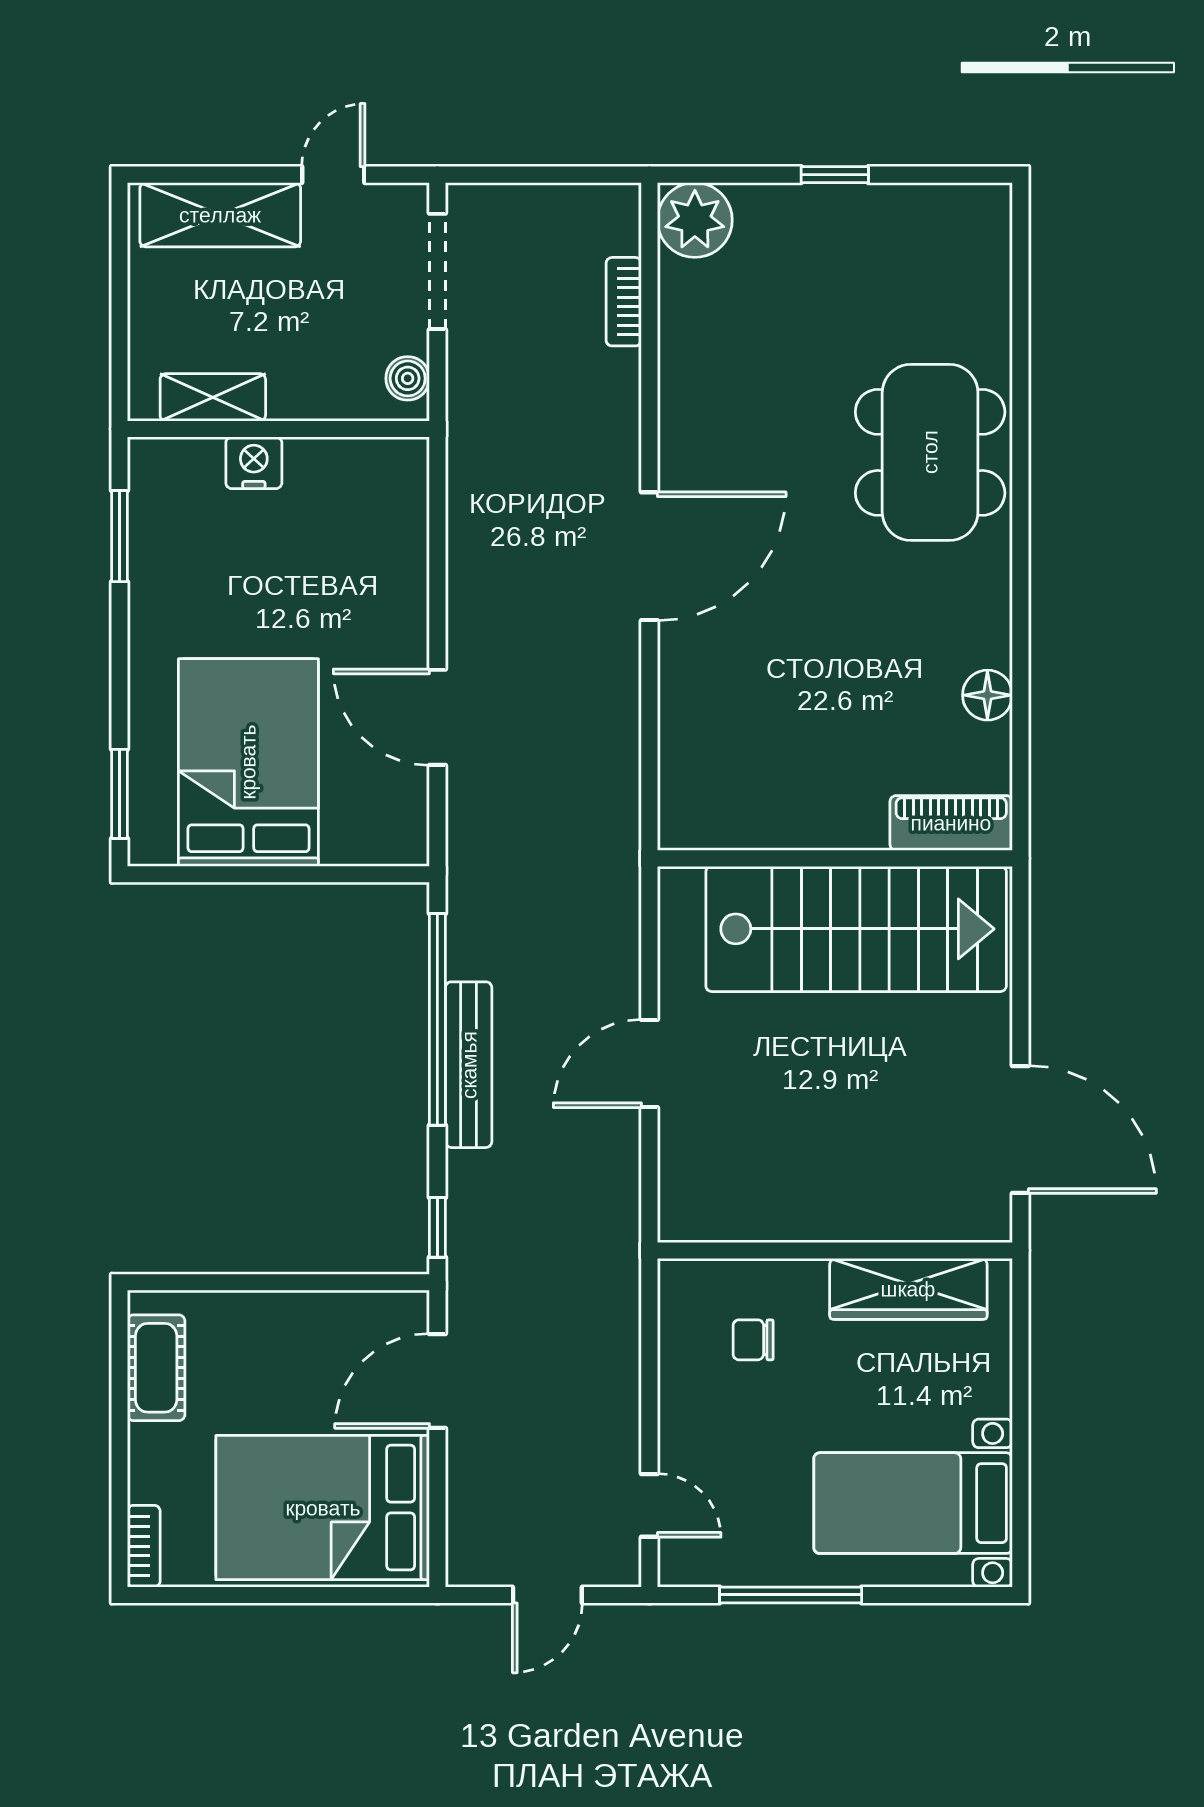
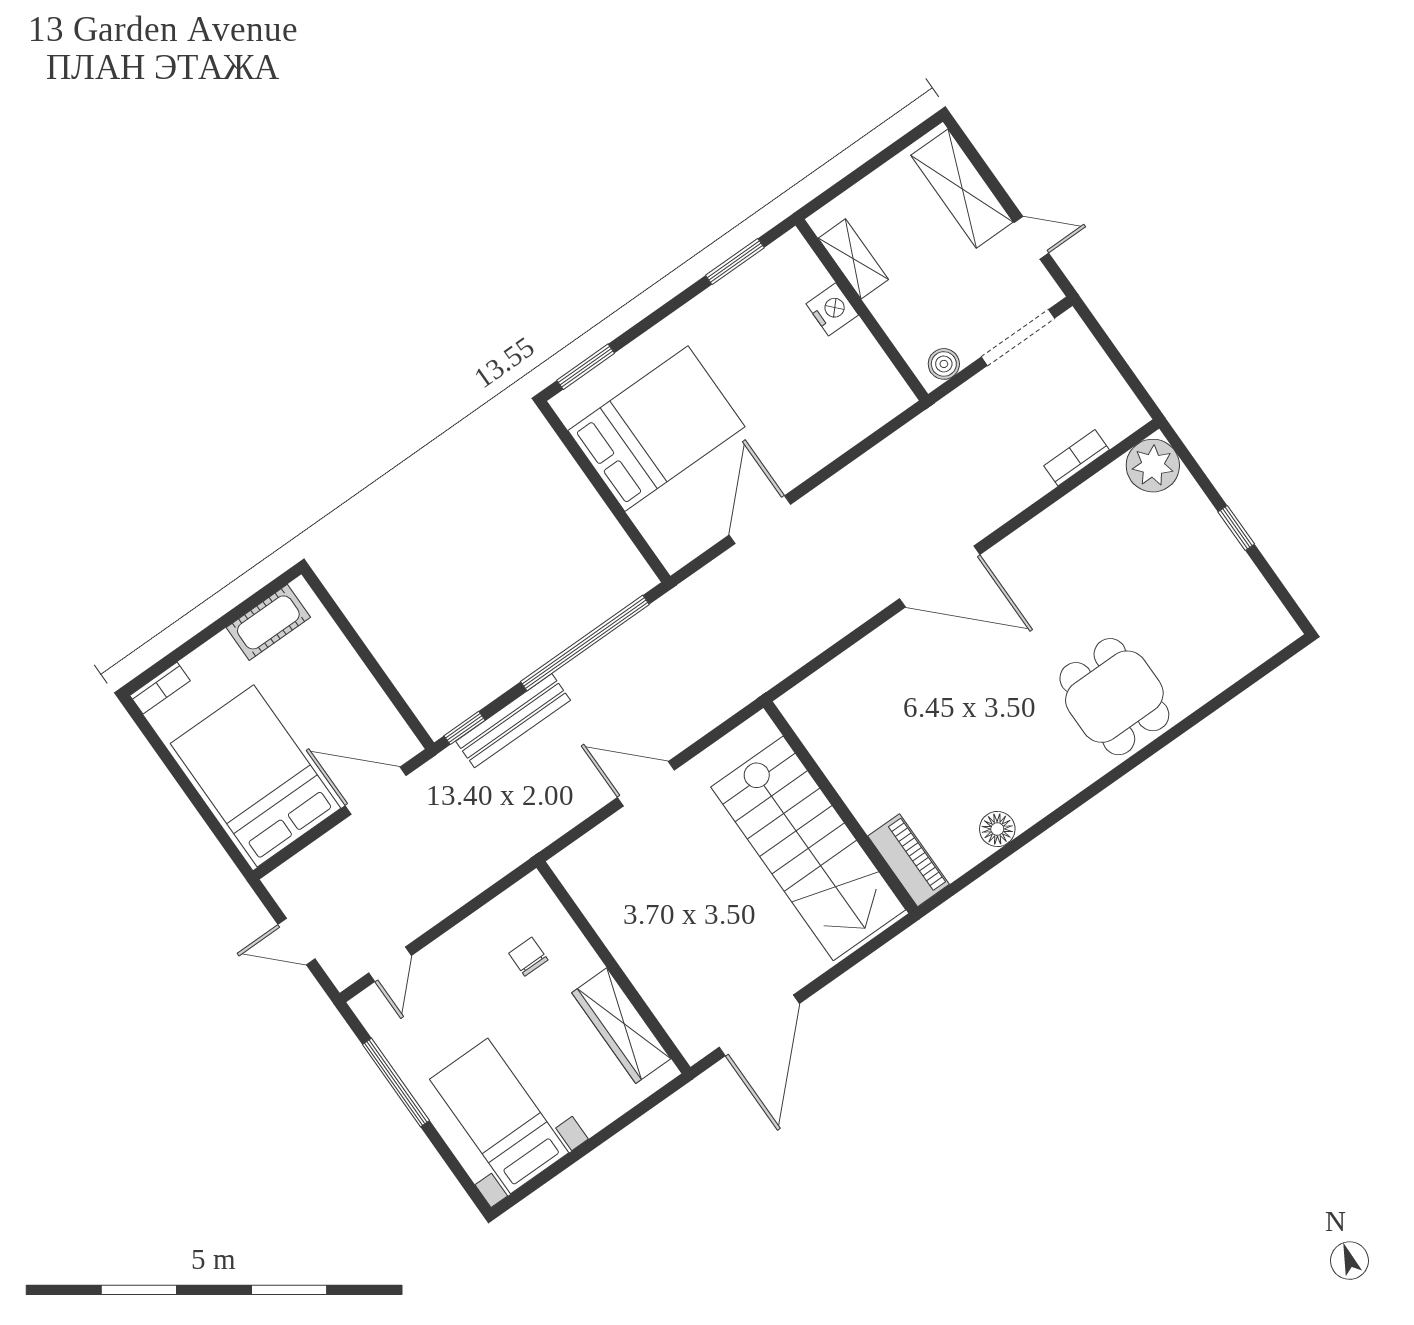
dining table: (930, 452) -> (1114, 697), width x0.73
bench: (469, 1065) -> (513, 721), moved

